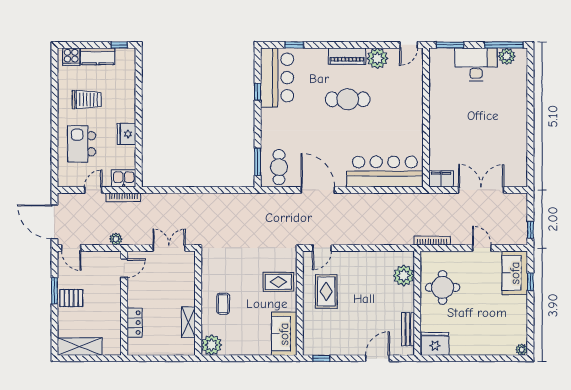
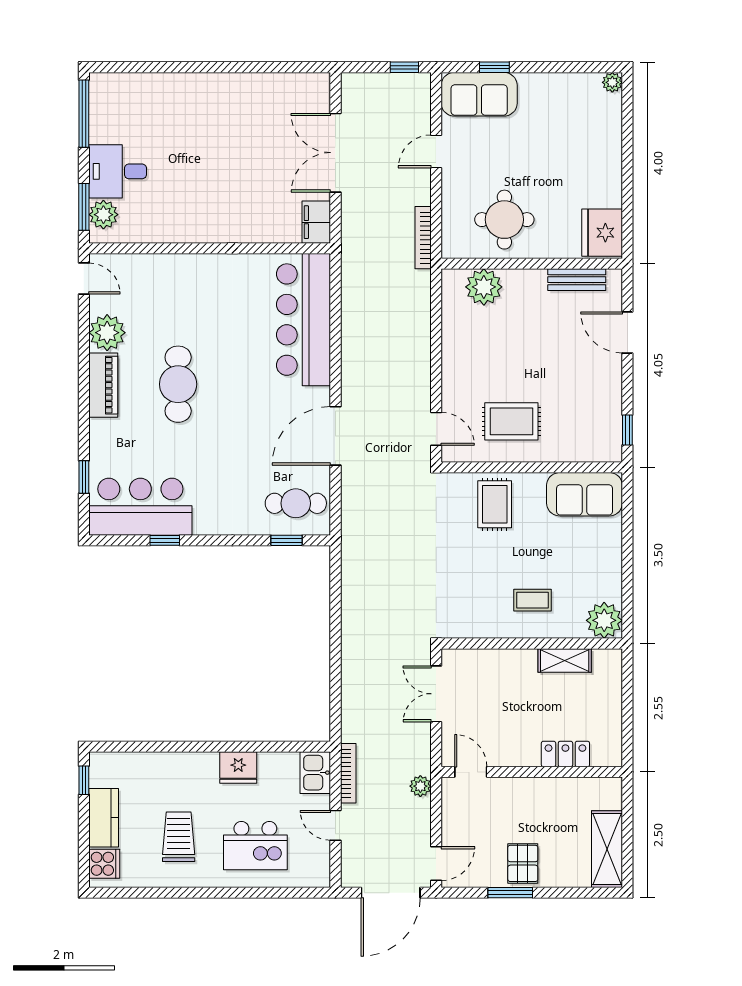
plant: (507, 56) -> (103, 215), moved
desk: (476, 64) -> (118, 171), width x0.73
window: (258, 162) -> (287, 540), width x0.67

